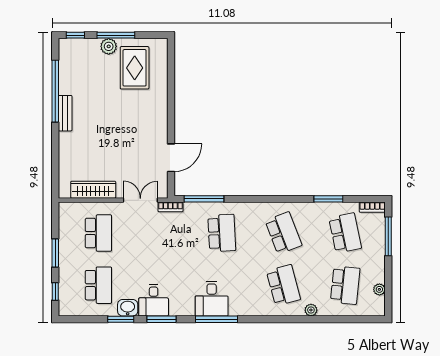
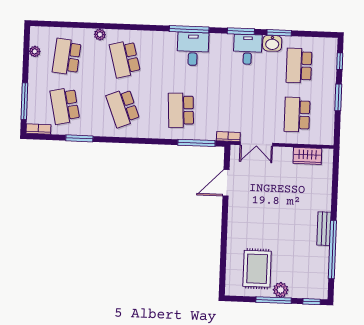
wardrobe: (93, 190) -> (307, 156), width x0.67

